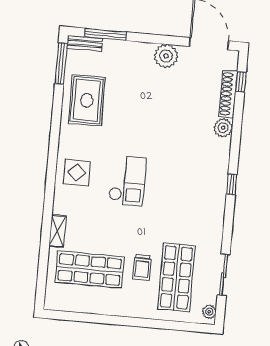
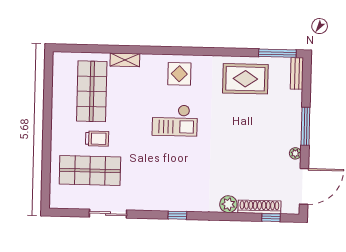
window: (105, 34) -> (305, 126), moved
plant: (166, 56) -> (295, 153), width x0.53, depth x0.53
trolley: (142, 267) -> (97, 139), turned 180
sliding door: (224, 275) -> (108, 214), moved
plant: (209, 312) -> (61, 202), removed

